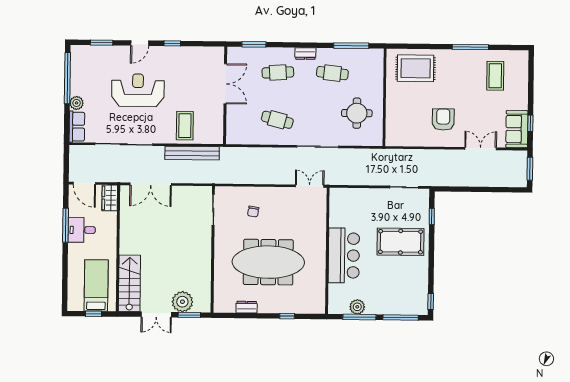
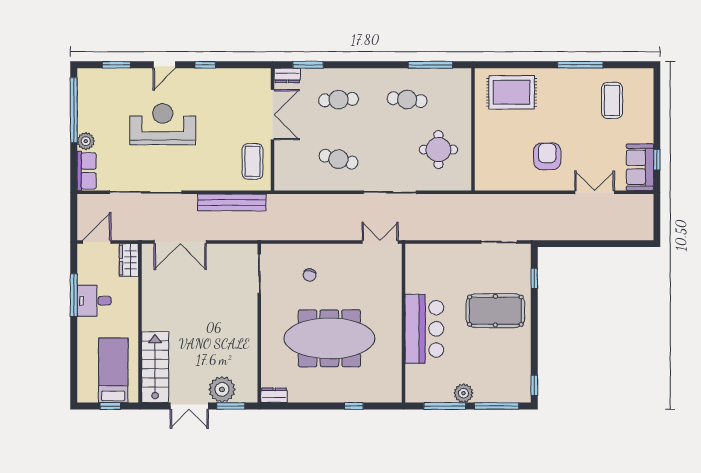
dresser: (305, 54) -> (287, 75), moved
coffee table: (185, 126) -> (253, 161), moved
window: (530, 169) -> (657, 217), removed
door: (84, 183) -> (97, 242), swing flipped
dresser: (247, 307) -> (274, 395), moved
plant: (357, 307) -> (463, 393), moved

